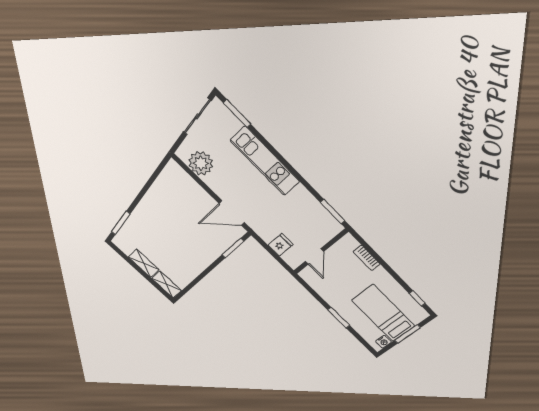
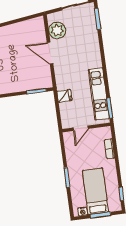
kitchen unit: (265, 161) -> (99, 94), moved
door: (232, 213) -> (50, 53), moved
fridge: (281, 245) -> (64, 96), moved

